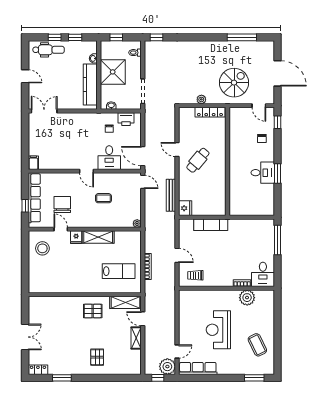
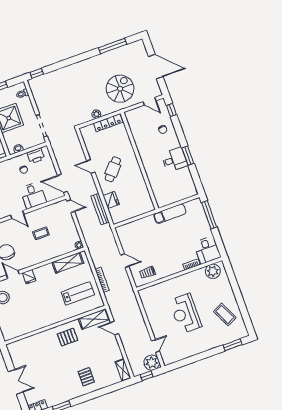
fridge: (185, 208) -> (111, 200), moved
exam couch: (211, 225) -> (170, 214), moved
shelving: (98, 237) -> (68, 263), moved
plant: (247, 298) -> (213, 271), moved
shelving: (136, 338) -> (123, 370), moved
row of seats: (198, 368) -> (179, 355), removed

